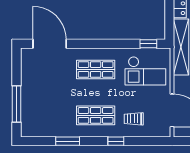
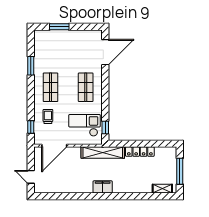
checkout: (145, 71) -> (85, 125), turned 90
window: (17, 104) -> (59, 27), width x0.69
window: (116, 141) -> (31, 127), moved

